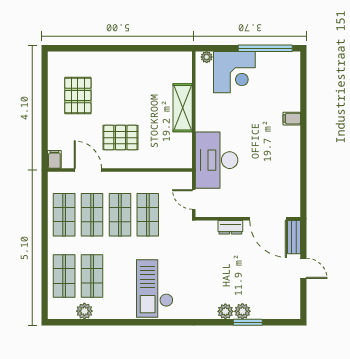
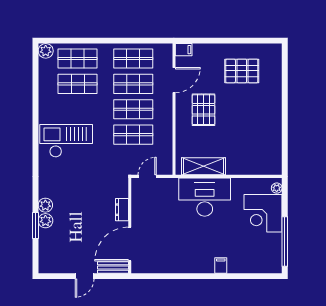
shelving: (183, 108) -> (204, 166), moved
desk: (216, 160) -> (205, 197), moved
plant: (84, 311) -> (46, 51), moved

